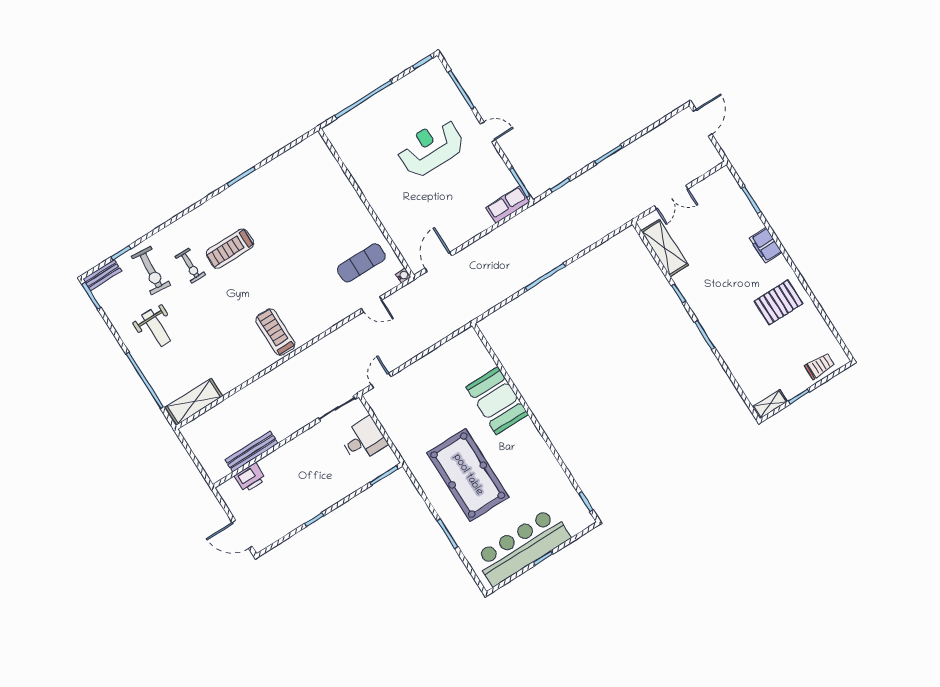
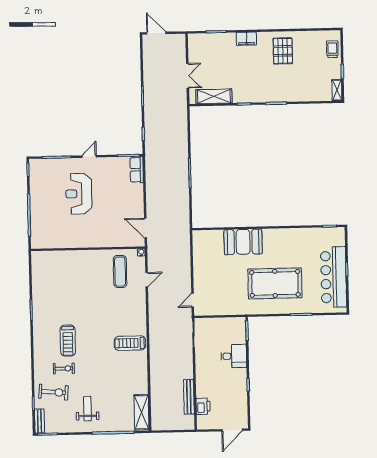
weight bench: (156, 328) -> (87, 409), turned -90
door: (381, 381) -> (193, 300), hinge flipped
desk: (363, 440) -> (234, 356), moved, turned 90

